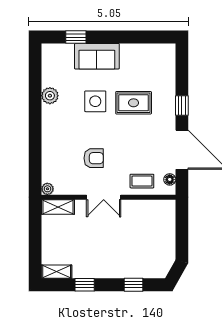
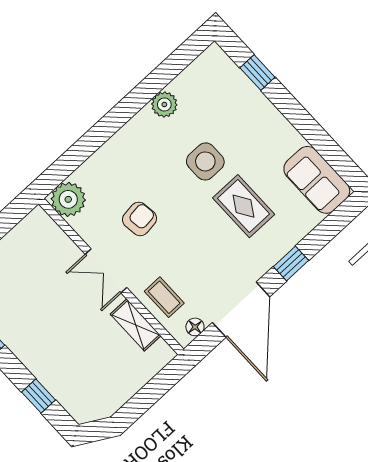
sofa: (97, 56) -> (317, 180), moved
armchair: (94, 158) -> (139, 219), turned -97
plant: (47, 189) -> (68, 199), width x1.88, depth x1.88
shelving: (58, 207) -> (136, 325), moved

